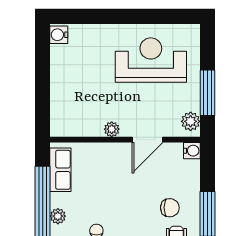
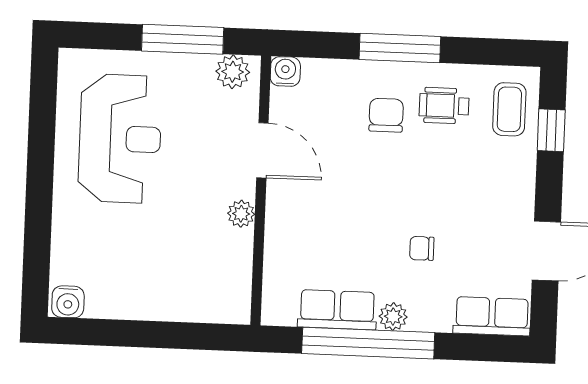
reception desk: (151, 60) -> (120, 139), turned 180
row of seats: (60, 170) -> (337, 310), moved

